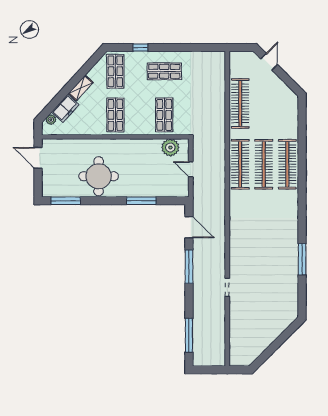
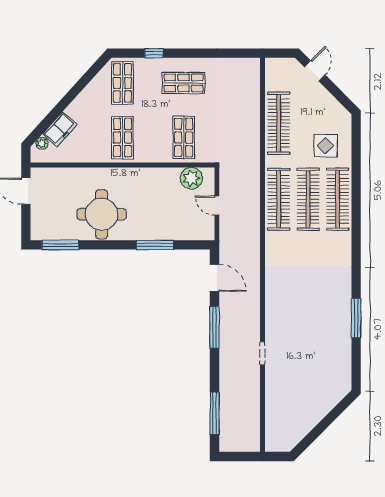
shelving: (81, 88) -> (79, 104), removed
display table: (278, 121) -> (326, 146), added

